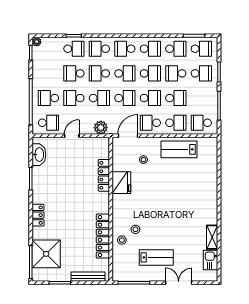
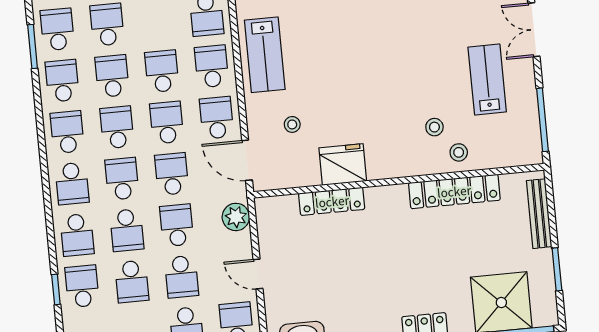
school desk: (176, 73) -> (112, 76), turned 180
school desk: (150, 123) -> (217, 118), turned 180

